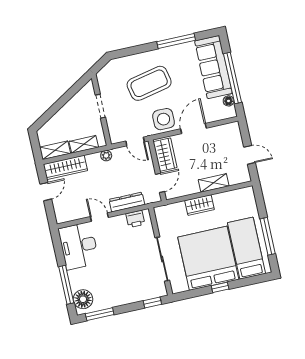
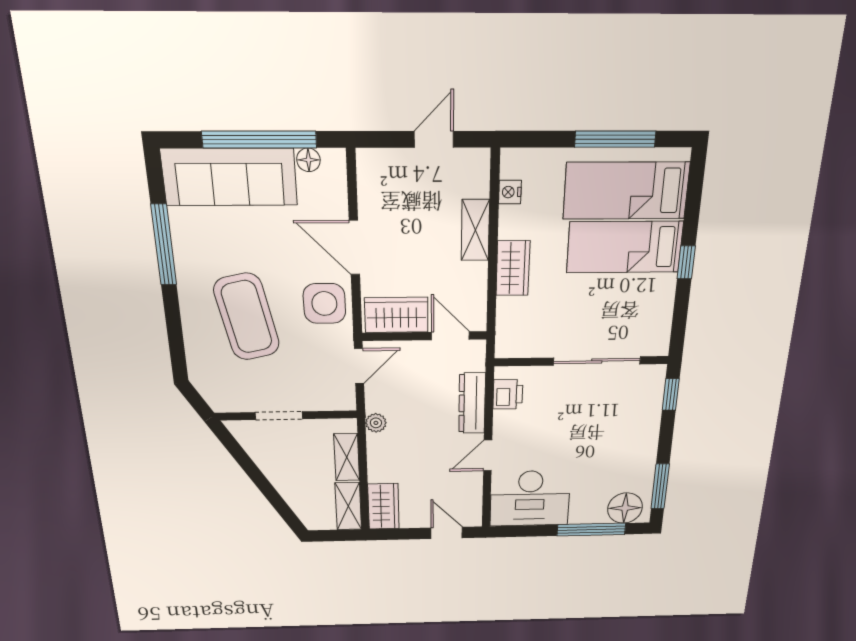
wardrobe: (65, 167) -> (384, 506), width x0.67
door: (46, 192) -> (447, 533), moved
nightstand: (234, 195) -> (510, 192), added
bed: (208, 258) -> (625, 247), width x0.49

